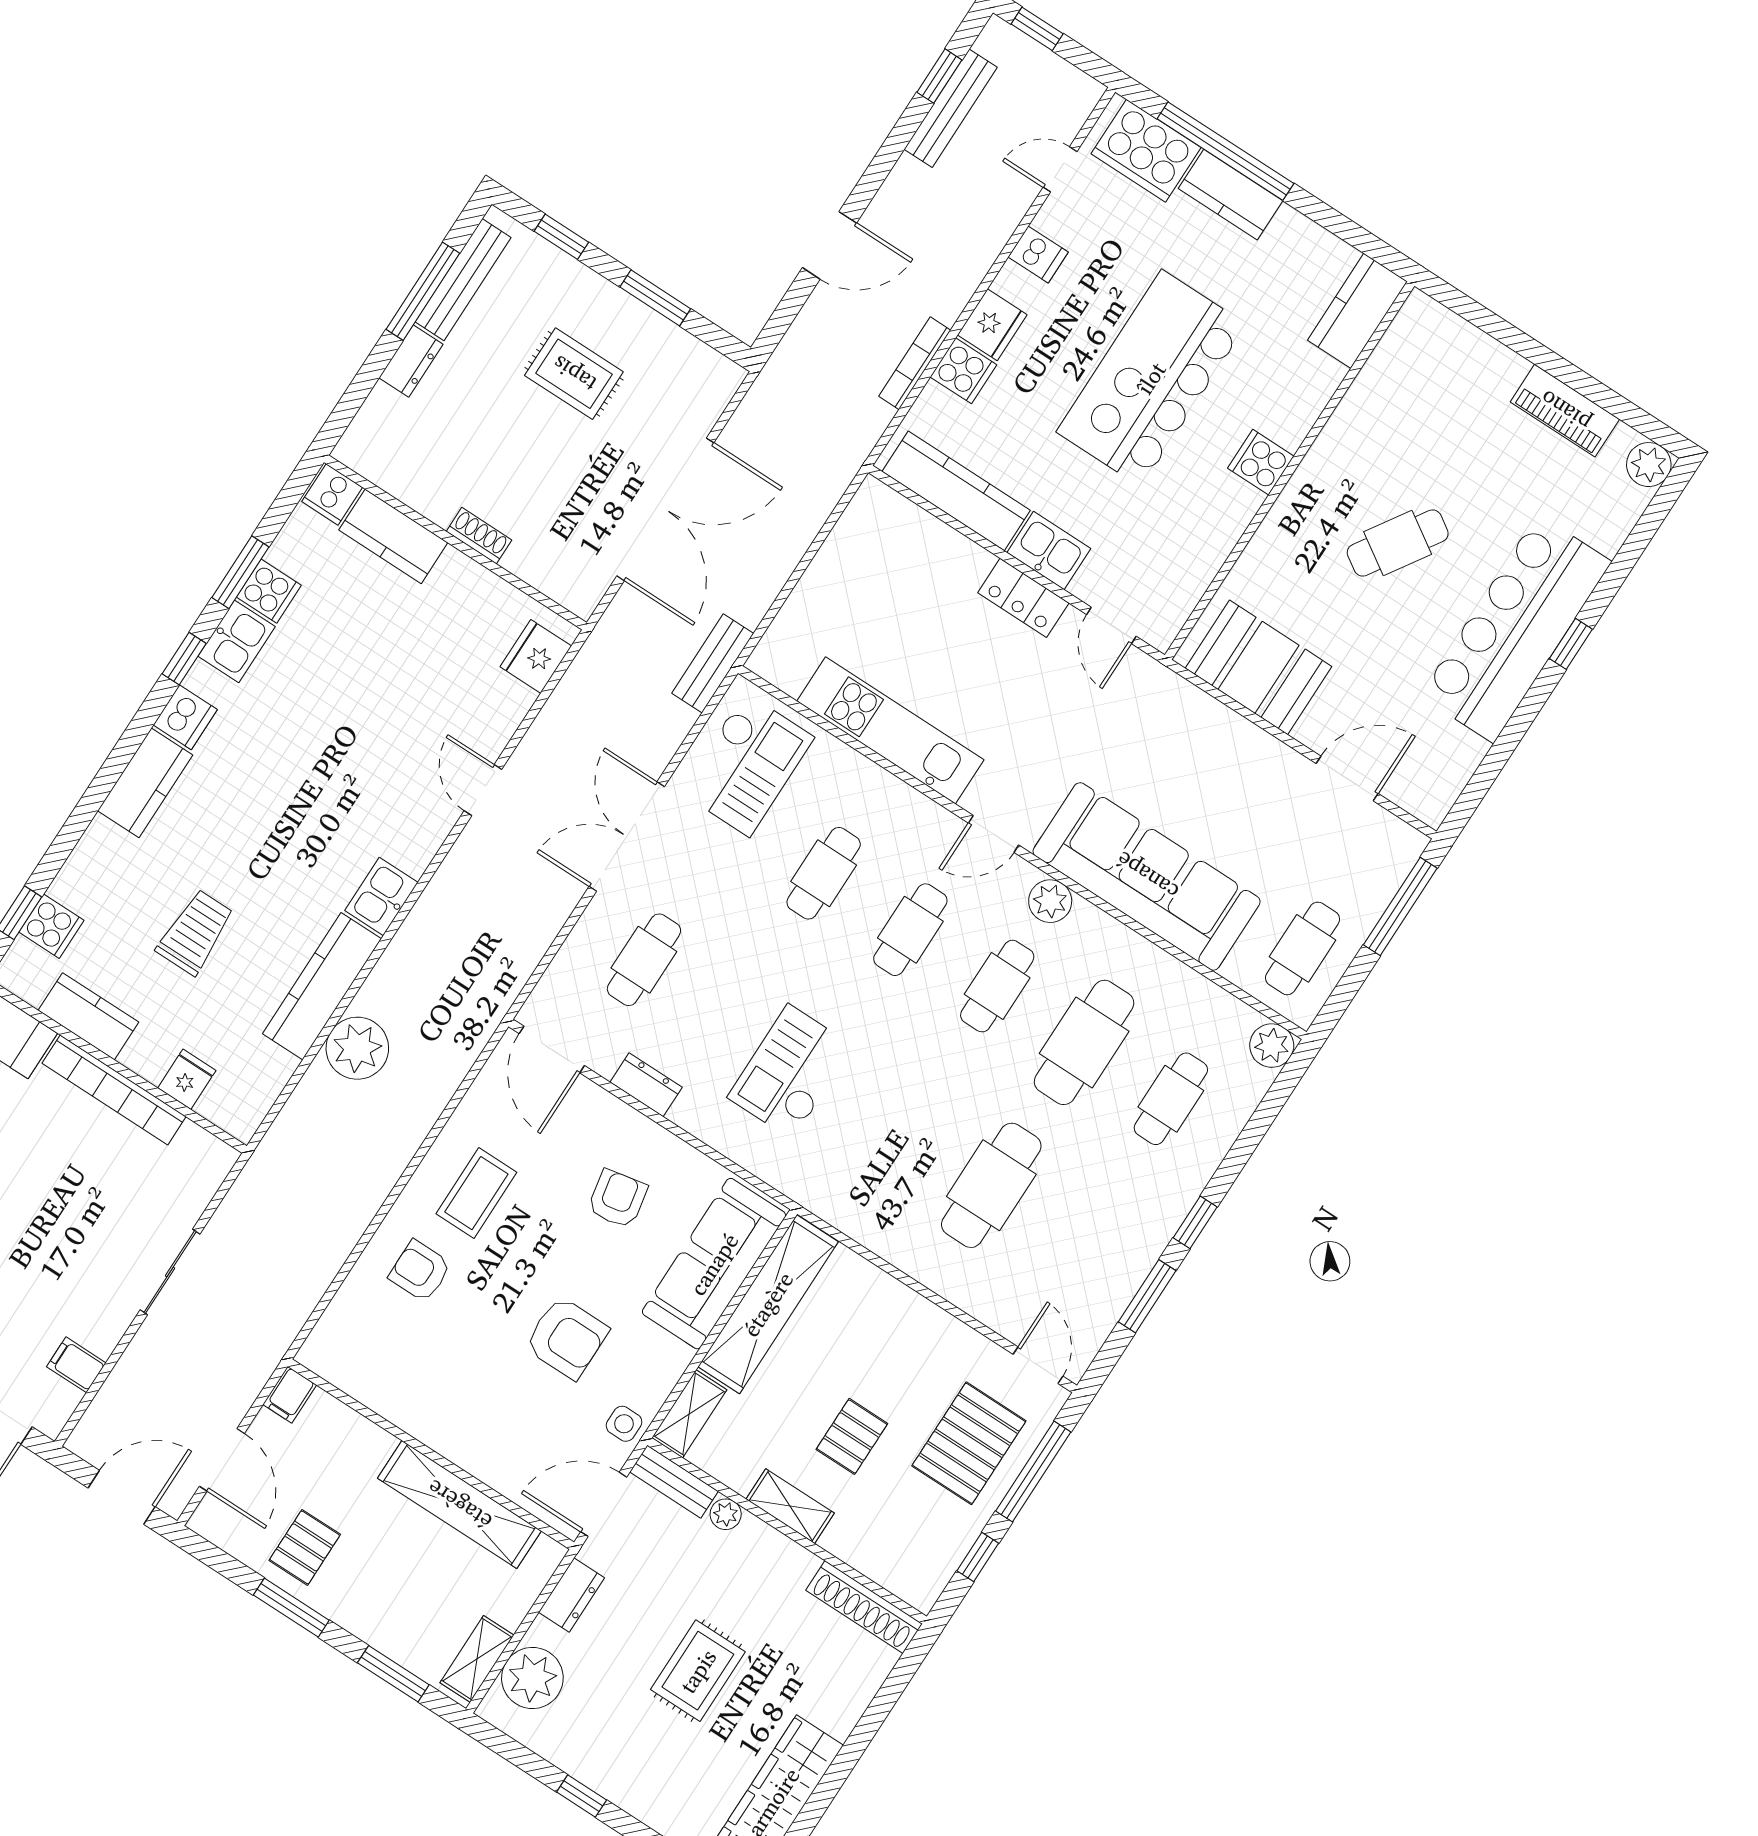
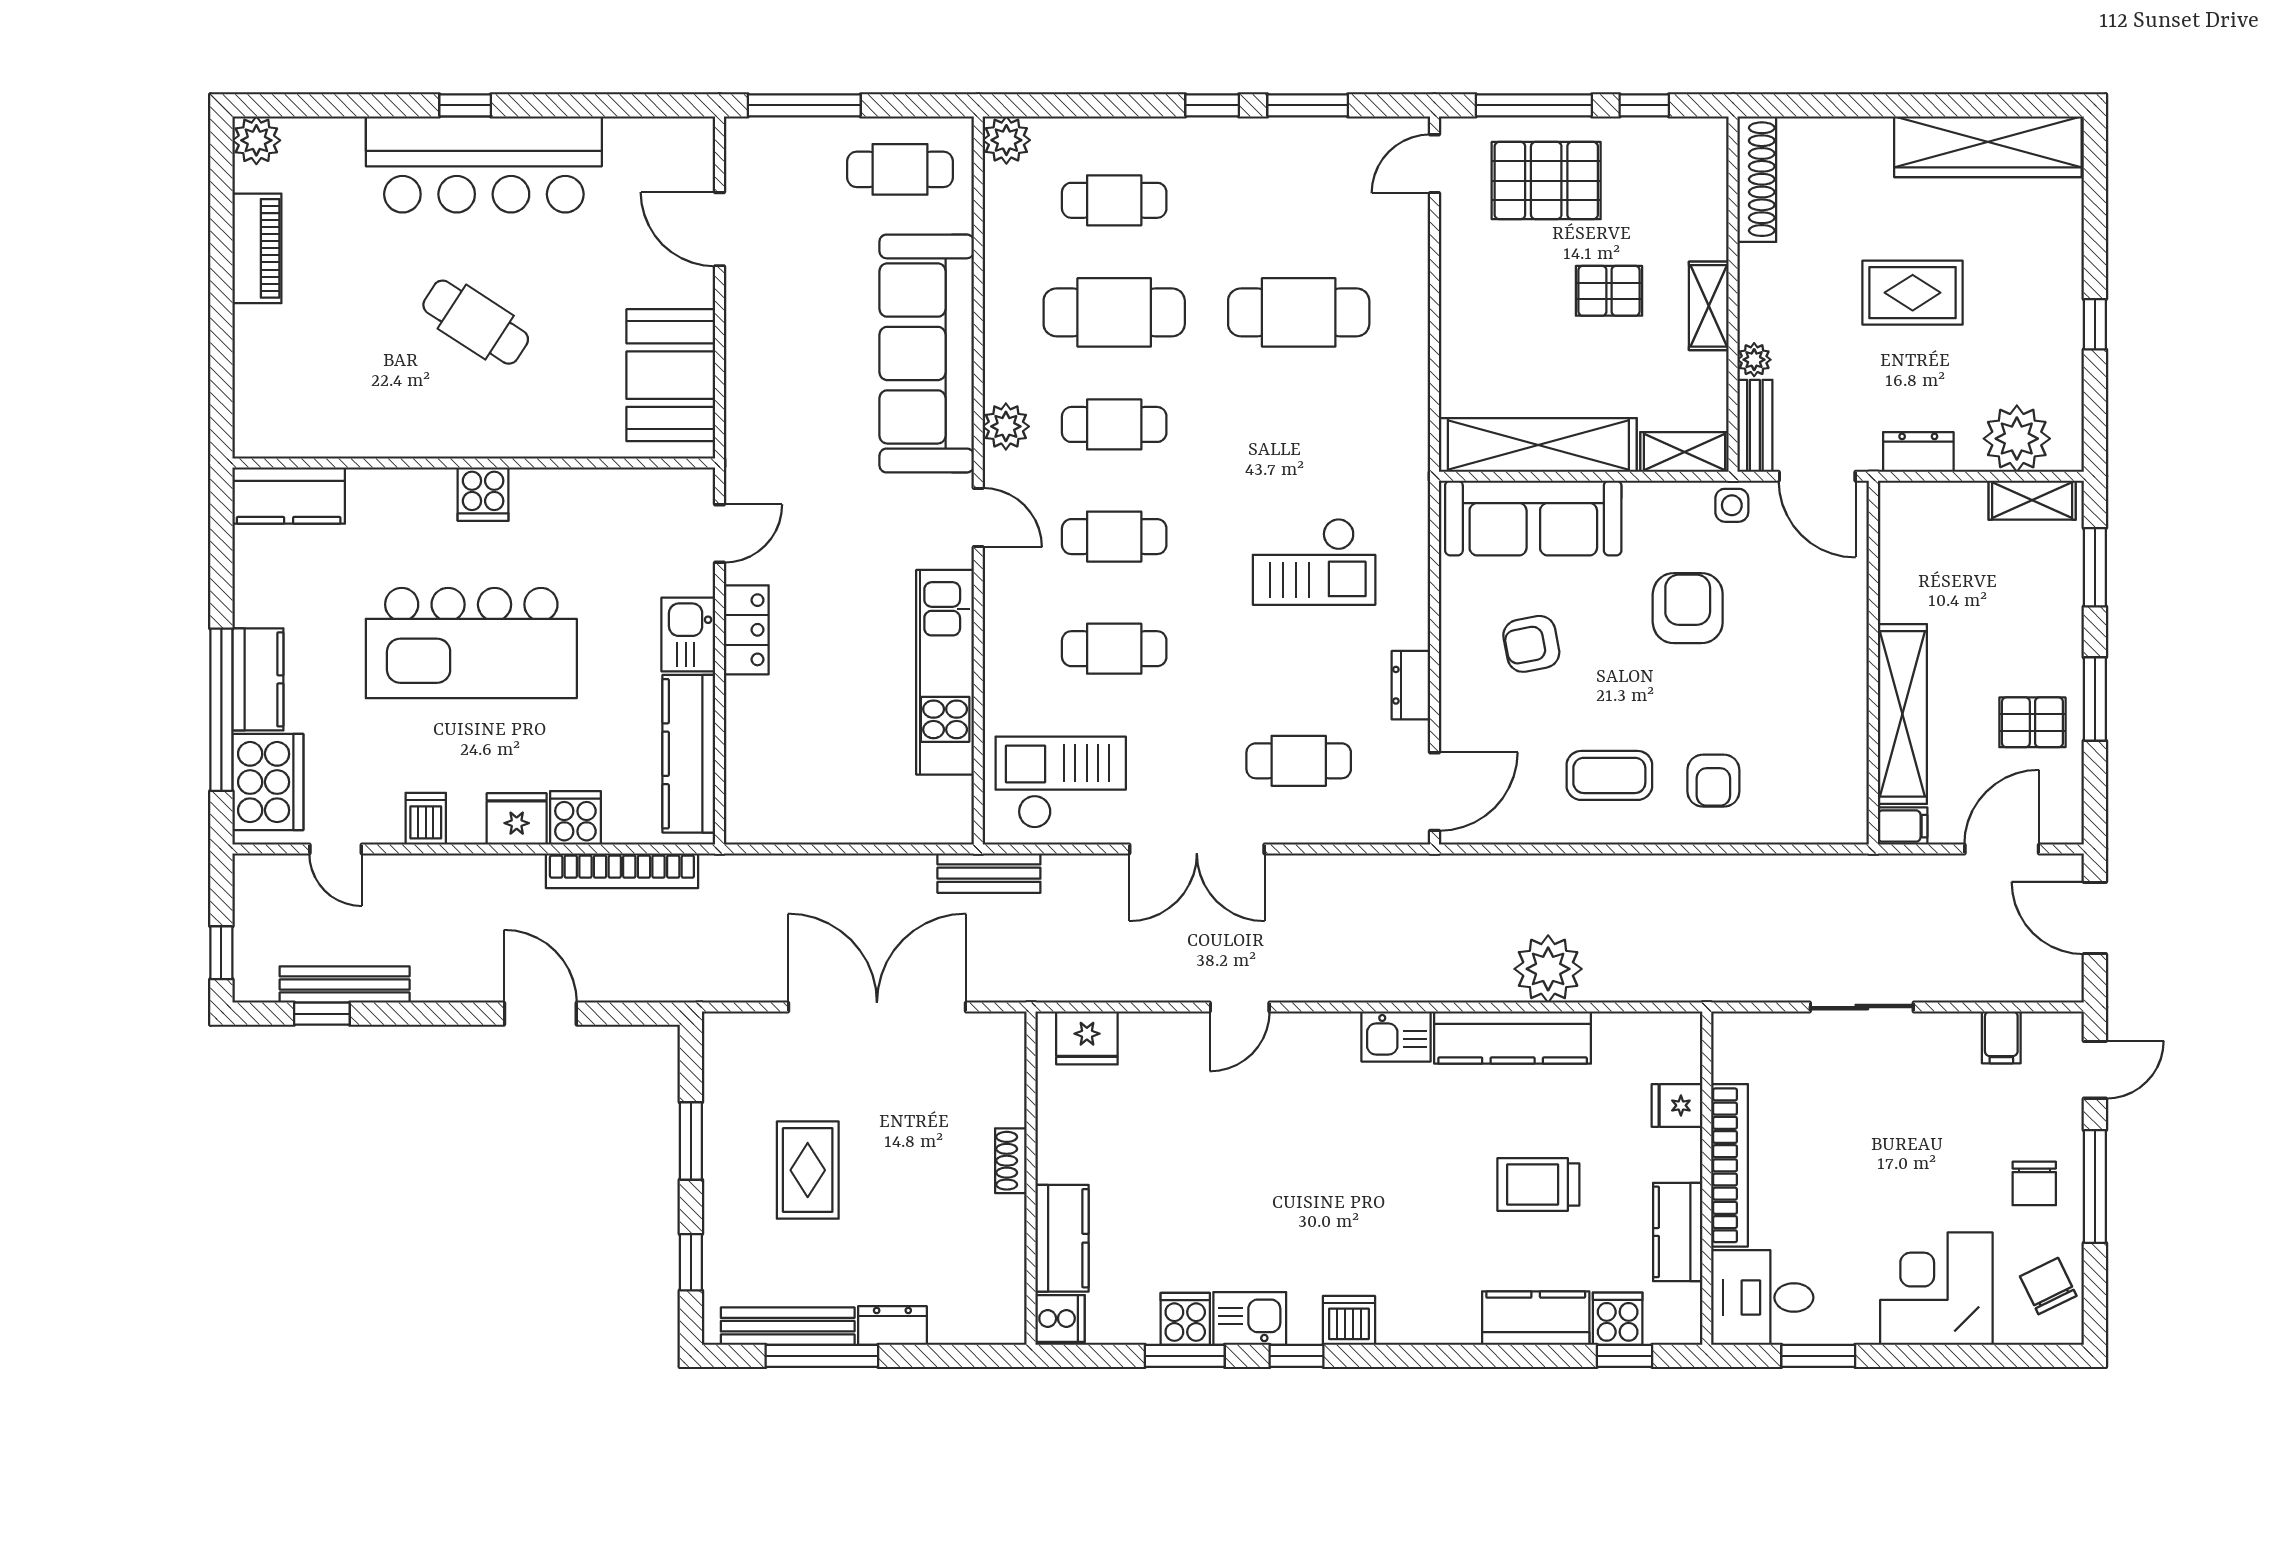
bookcase: (915, 363) -> (622, 871), width x1.48, depth x1.31
kitchen counter: (145, 783) -> (1536, 1318), moved
shelving: (459, 1505) -> (1902, 714), moved

